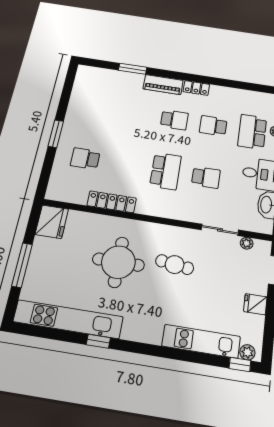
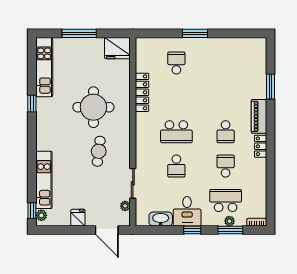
kitchen unit: (68, 319) -> (44, 67), width x0.73

